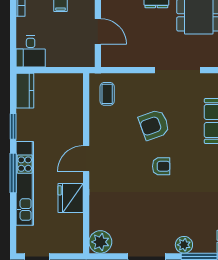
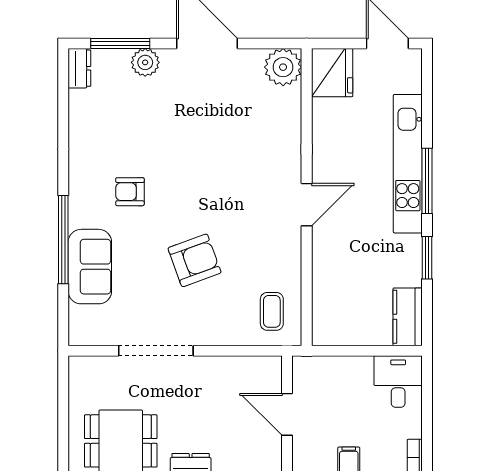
armchair: (161, 166) -> (130, 192), moved
fridge: (71, 198) -> (332, 73), moved

